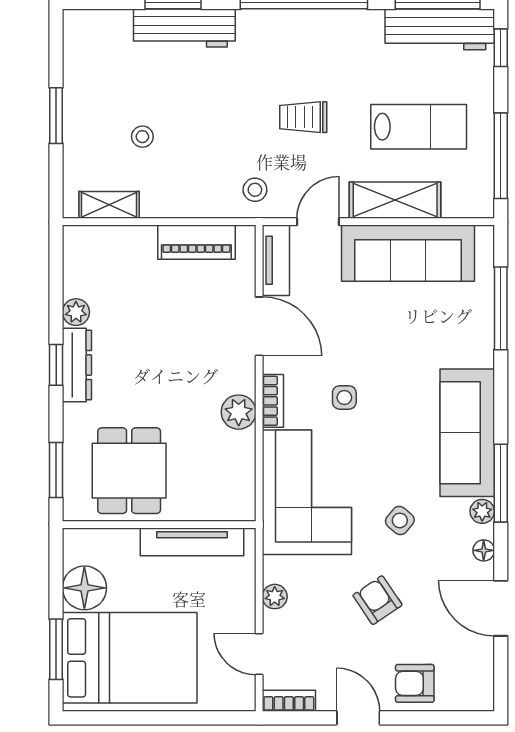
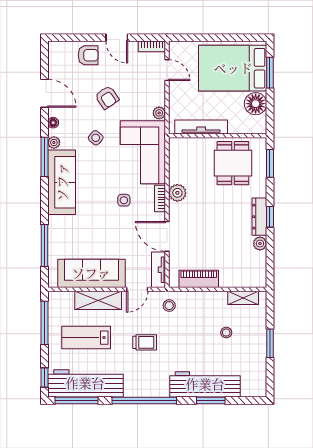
workbench: (184, 28) -> (205, 384), width x1.36, depth x1.32
workbench: (440, 29) -> (85, 383), width x1.36, depth x1.32
plant: (275, 597) -> (159, 113), moved

